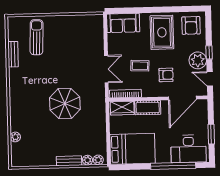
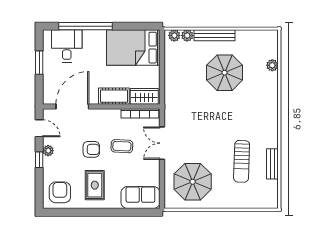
rug: (162, 32) -> (95, 185), width x0.73, depth x0.70
sun lounger: (37, 37) -> (242, 161), moved
parasol: (80, 37) -> (193, 182), added
plant: (198, 60) -> (48, 151), width x0.53, depth x0.53
armchair: (166, 75) -> (91, 149), moved, turned 180
parasol: (65, 103) -> (225, 73), moved
desk: (188, 149) -> (67, 46), width x0.73
bench: (69, 161) -> (215, 35), width x1.36

